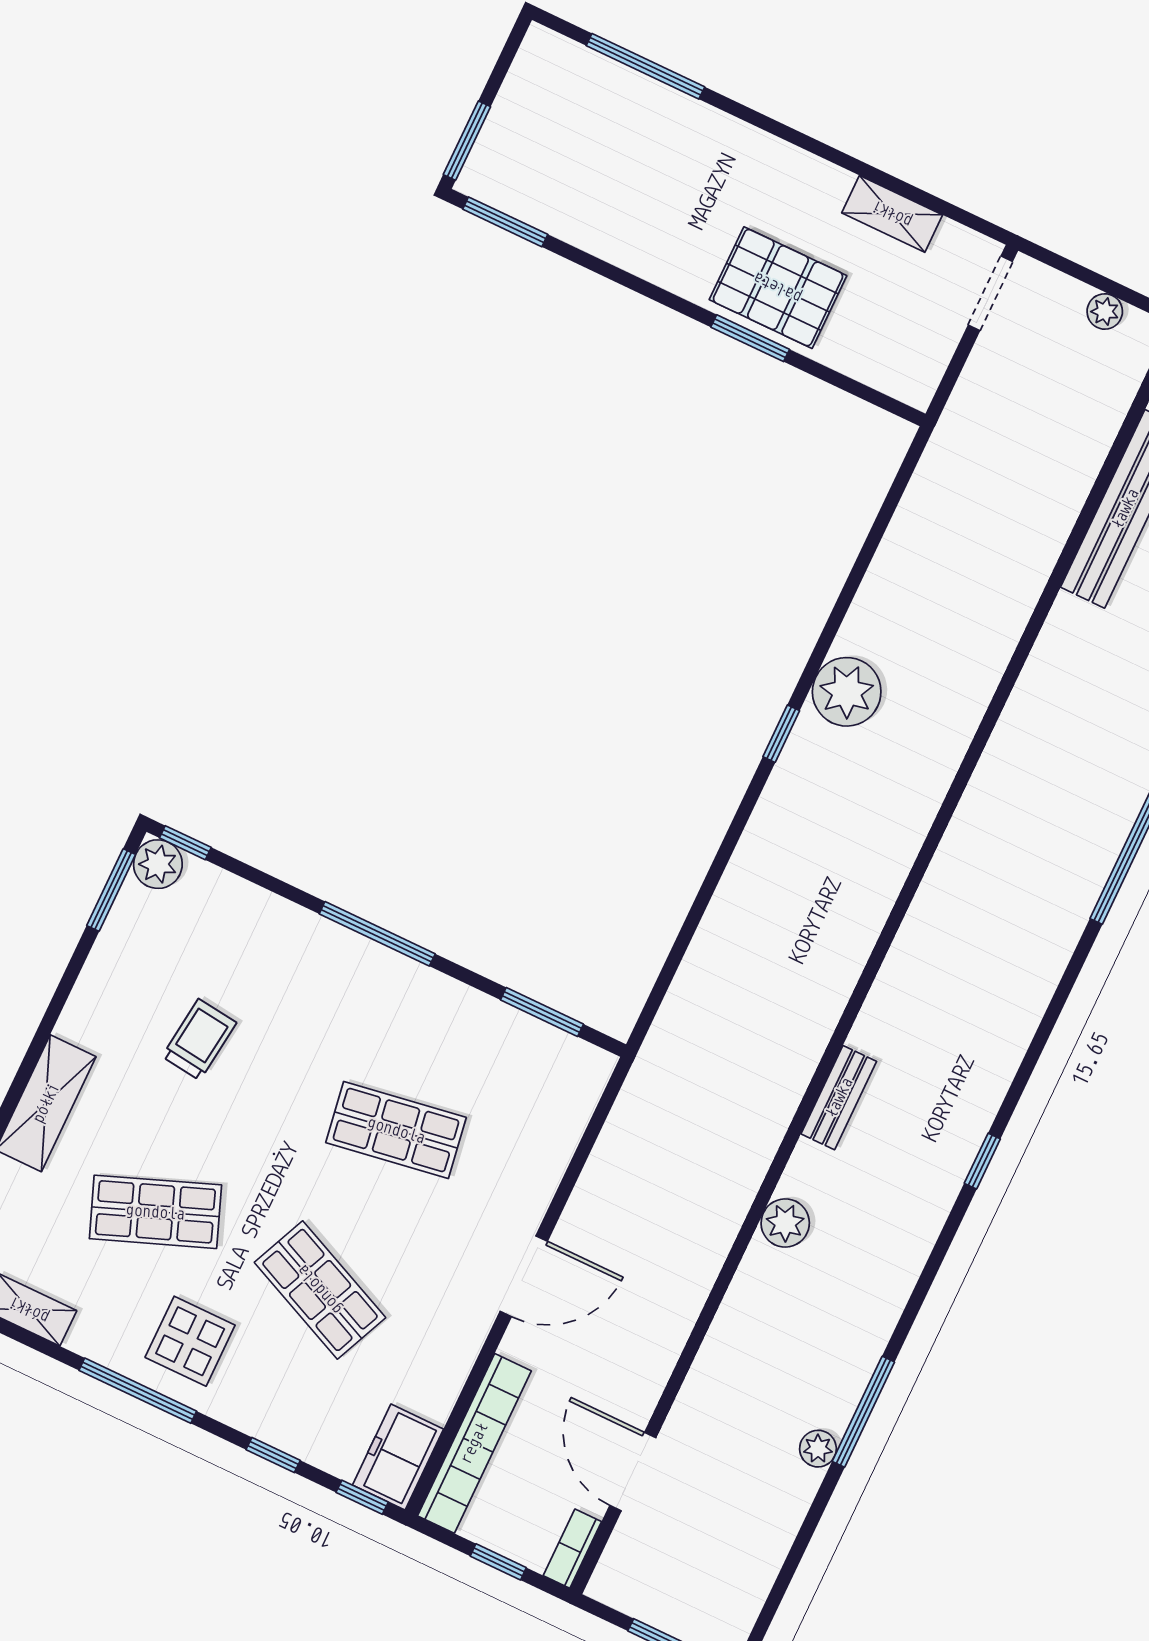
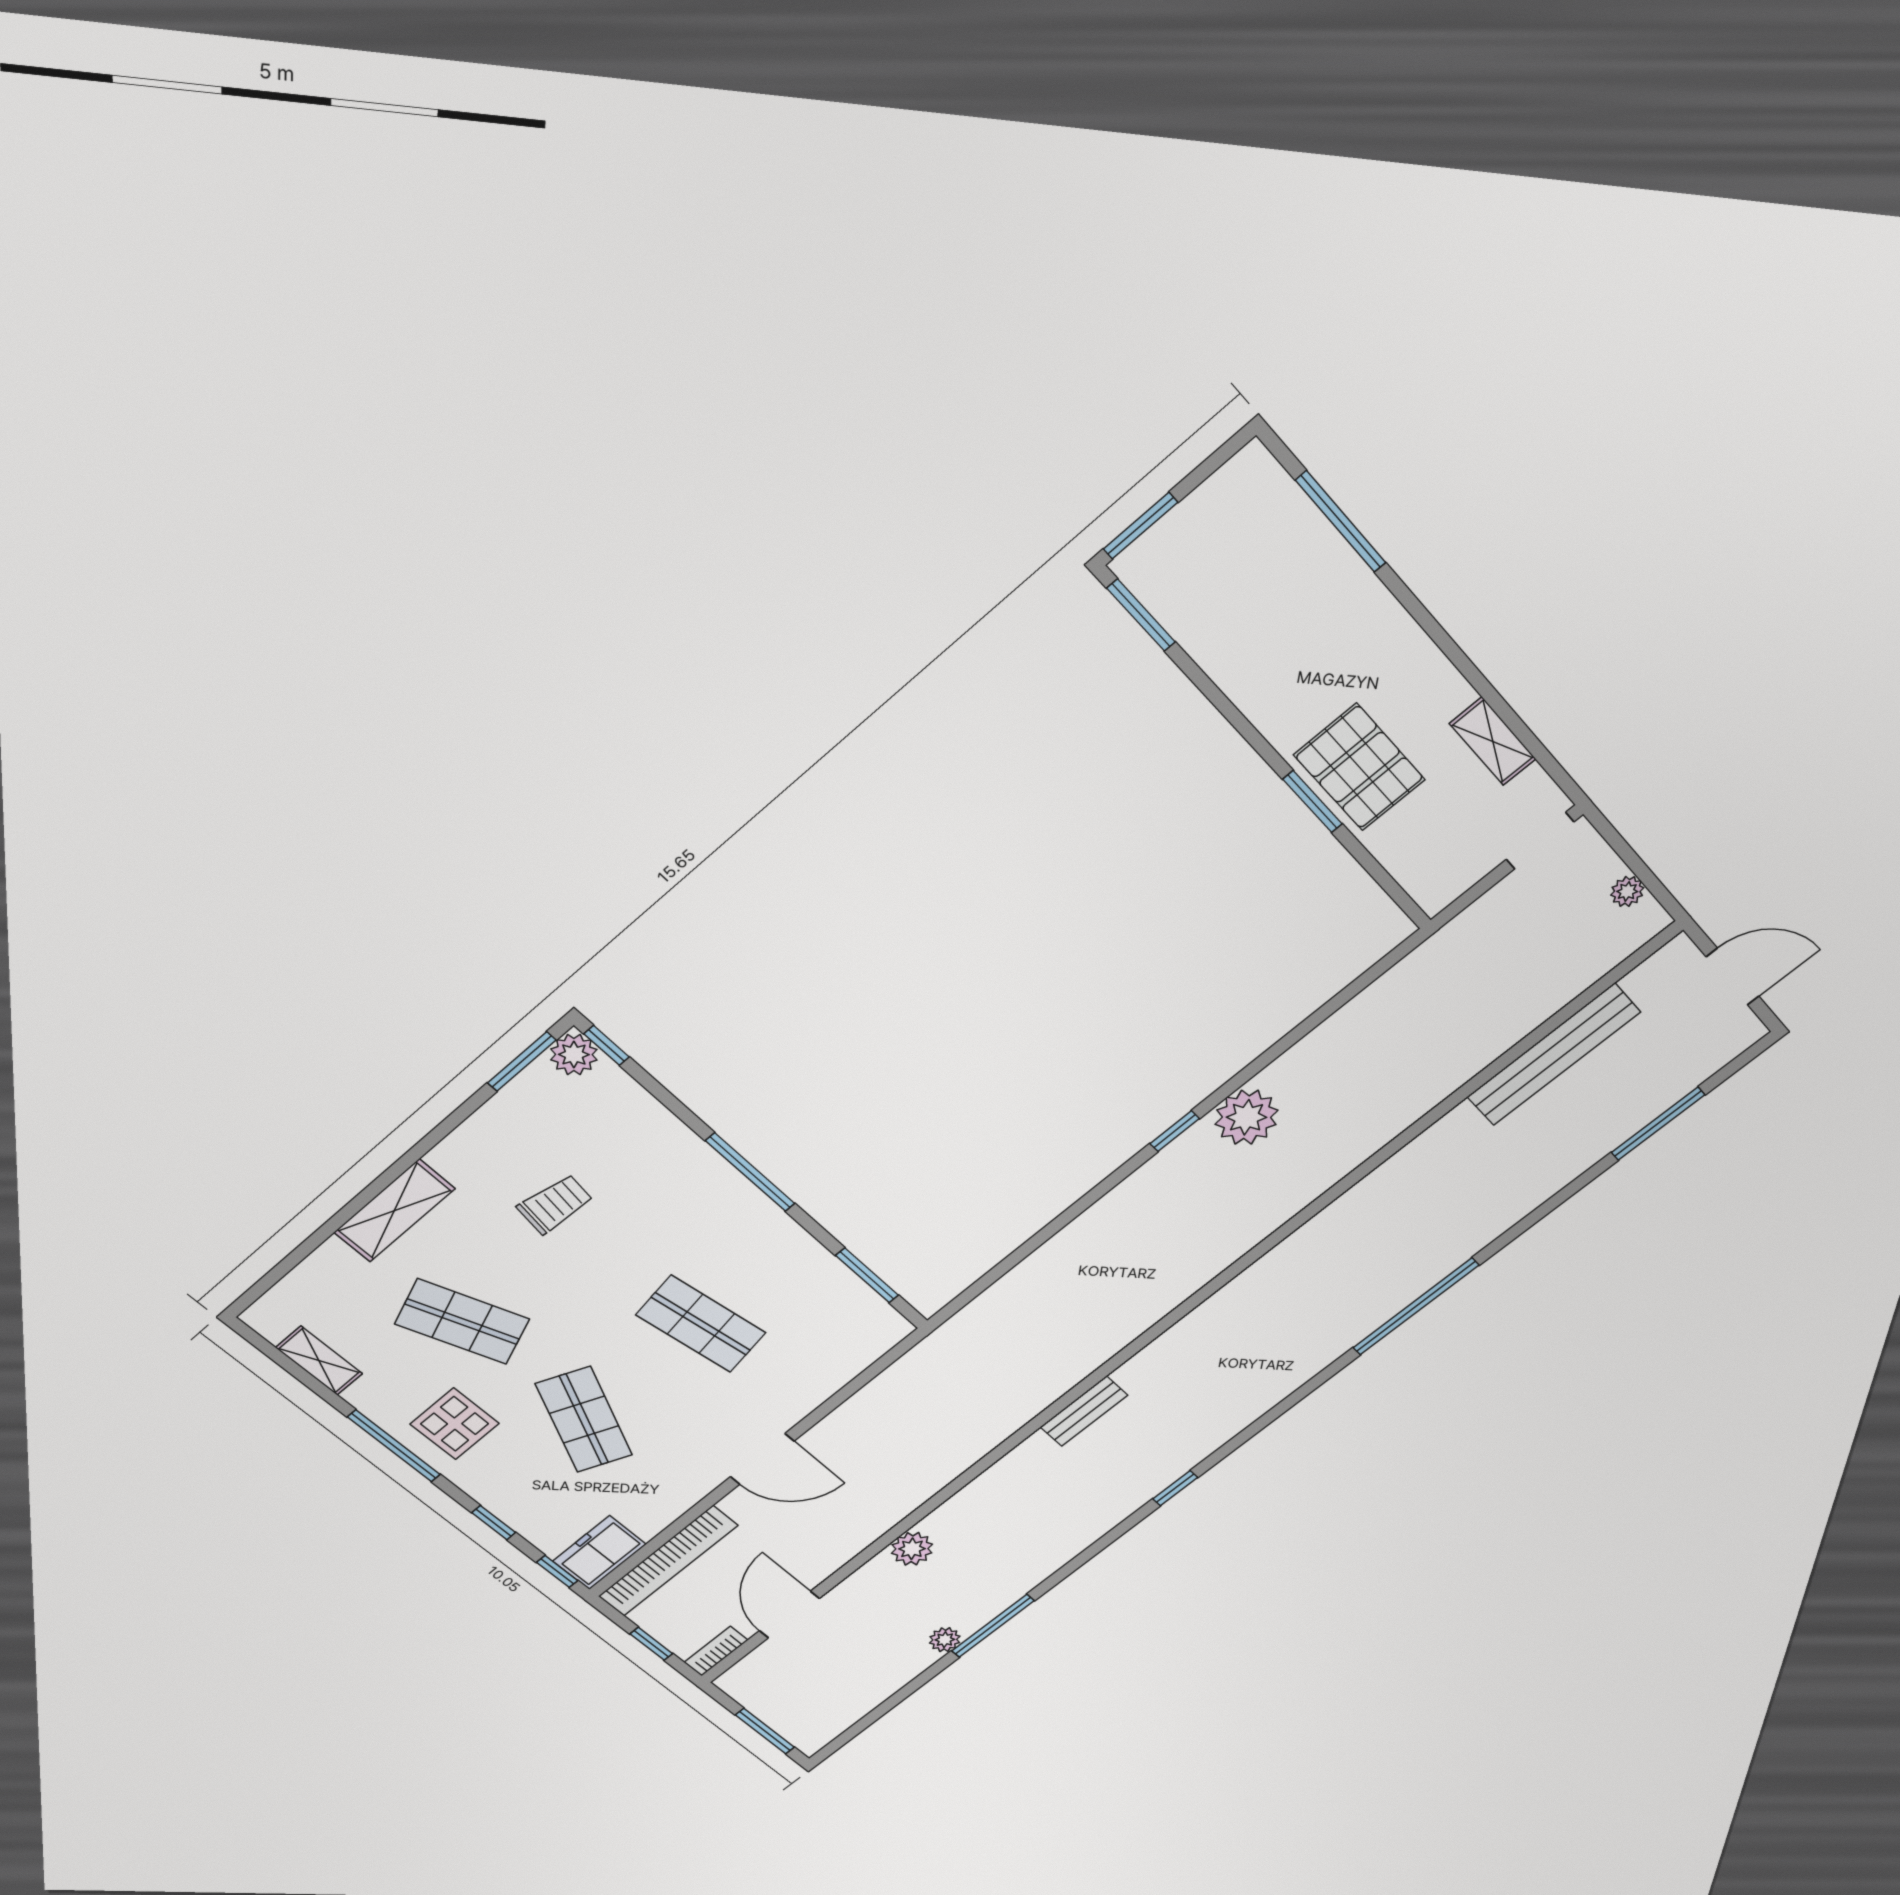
plant: (785, 1223) -> (912, 1549), moved

